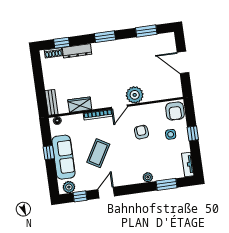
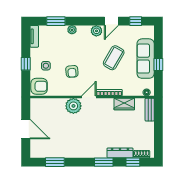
window: (105, 37) -> (104, 162), moved
armchair: (175, 111) -> (39, 86), turned 90
plant: (69, 187) -> (96, 31), moved

